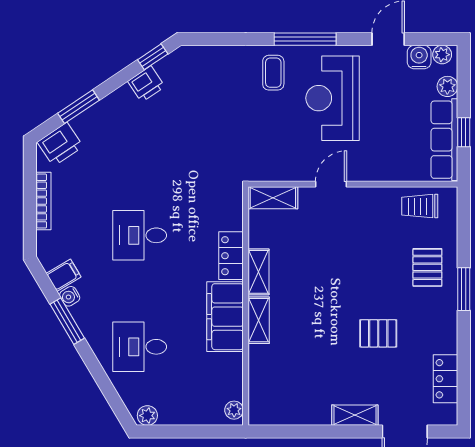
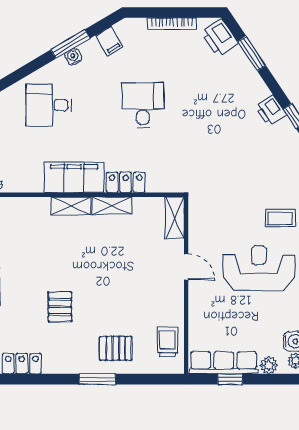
water cooler: (70, 296) -> (73, 57), moved
desk: (140, 347) -> (49, 105), turned -90

